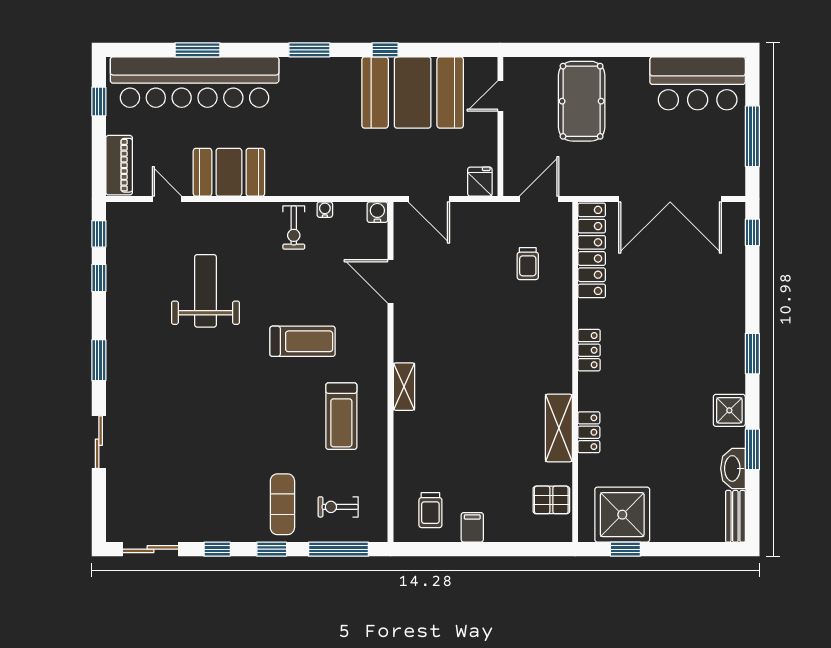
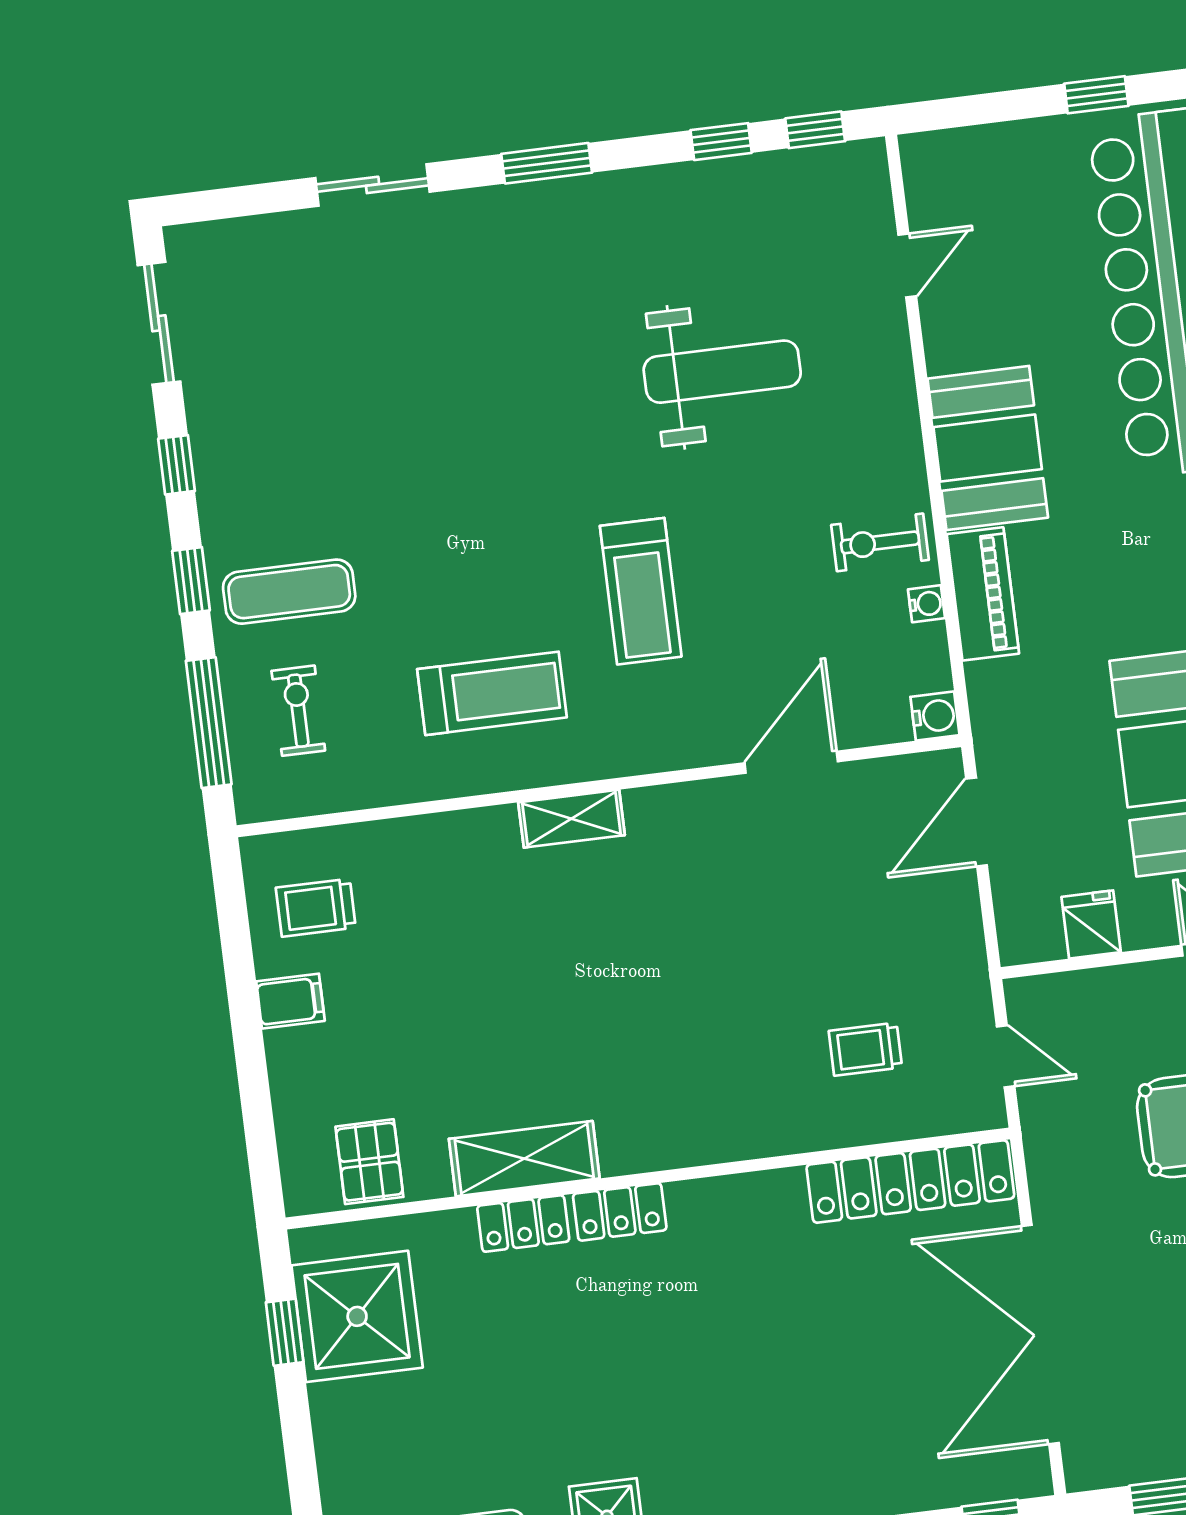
piano: (119, 165) -> (983, 594), moved, turned -90
booth: (229, 172) -> (988, 448), moved
fridge: (480, 182) -> (1091, 924), moved, turned -90
door: (539, 199) -> (1006, 1056), width x0.73
locker: (589, 350) -> (620, 1212), moved
treadmill: (341, 416) -> (492, 693), turned 180

